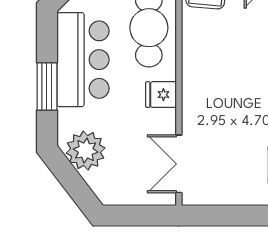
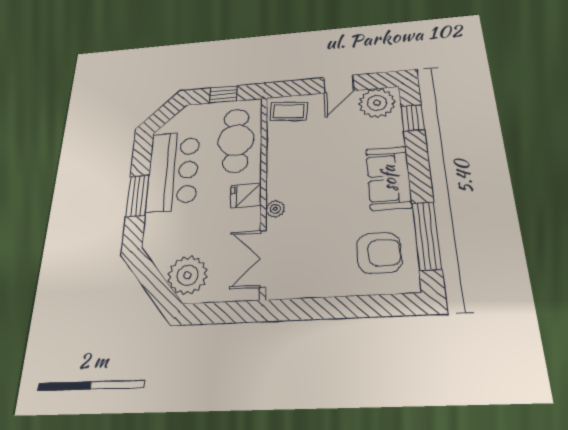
plant: (191, 112) -> (275, 209), added
plant: (86, 151) -> (188, 275), moved

